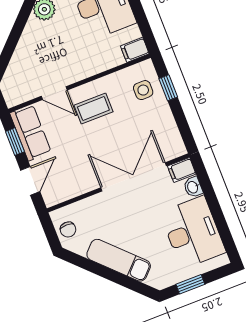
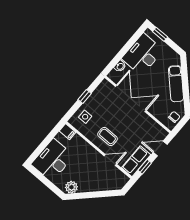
window: (168, 88) -> (85, 96), moved
door: (54, 93) -> (110, 160), hinge flipped
filing cabinet: (182, 170) -> (115, 76), removed
double door: (134, 177) -> (131, 98), swing flipped
window: (190, 284) -> (160, 34), moved

